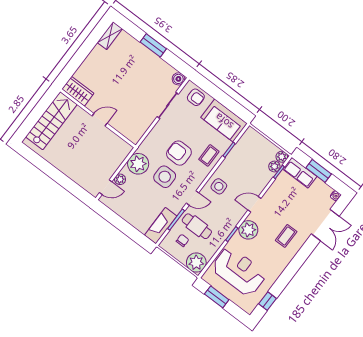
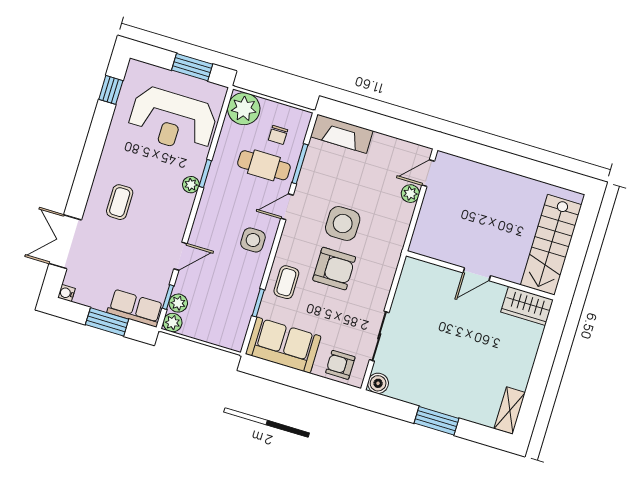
plant: (138, 164) -> (391, 228), removed
door: (254, 204) -> (180, 256), moved
fireplace: (161, 226) -> (342, 134), moved, turned 90
plant: (248, 230) -> (191, 185), width x0.53, depth x0.53

